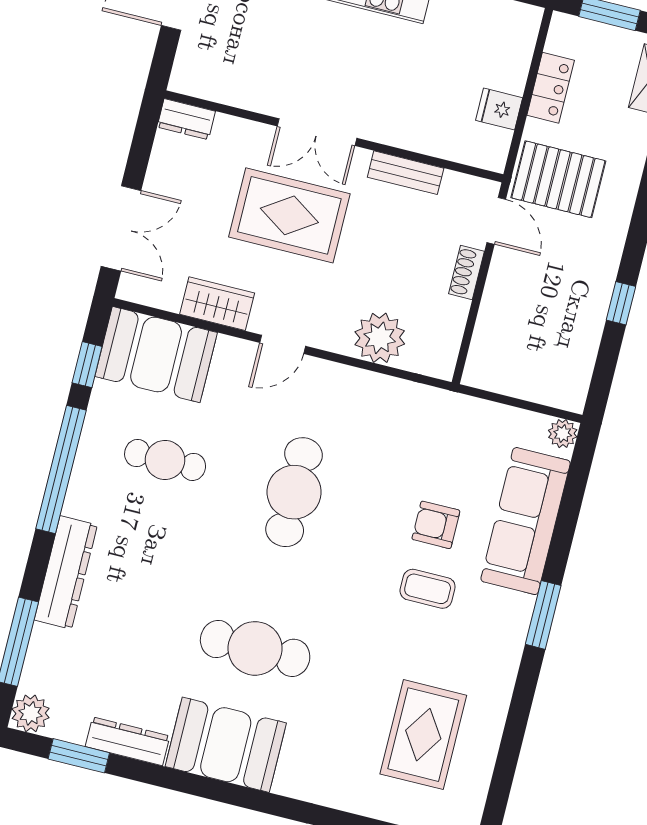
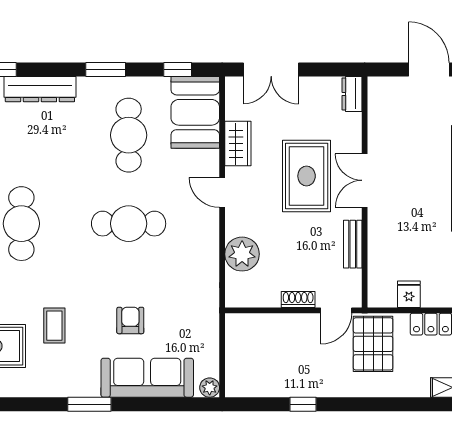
cafe table: (165, 460) -> (129, 135), width x1.37, depth x1.35
window: (61, 469) -> (106, 69), width x0.47
coffee table: (428, 589) -> (54, 326), moved

